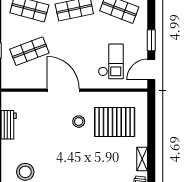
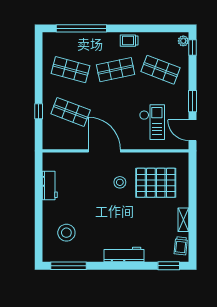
shop shelf: (29, 51) -> (71, 112), turned 42
door: (151, 69) -> (192, 130), hinge flipped

